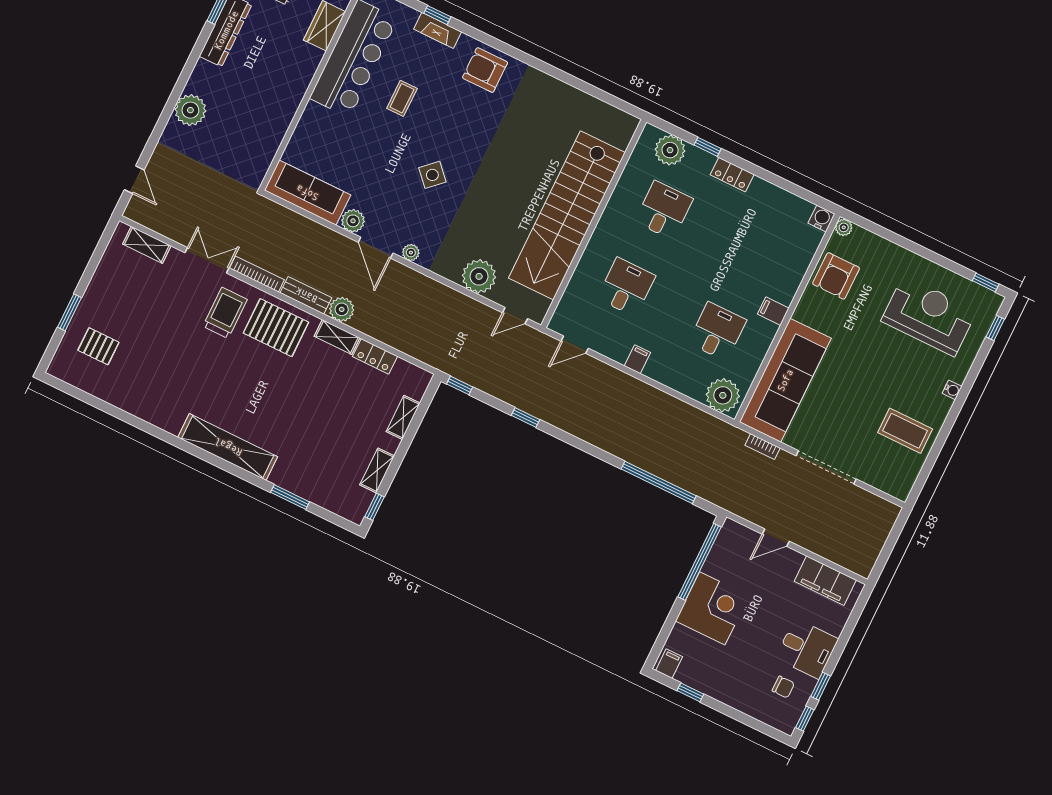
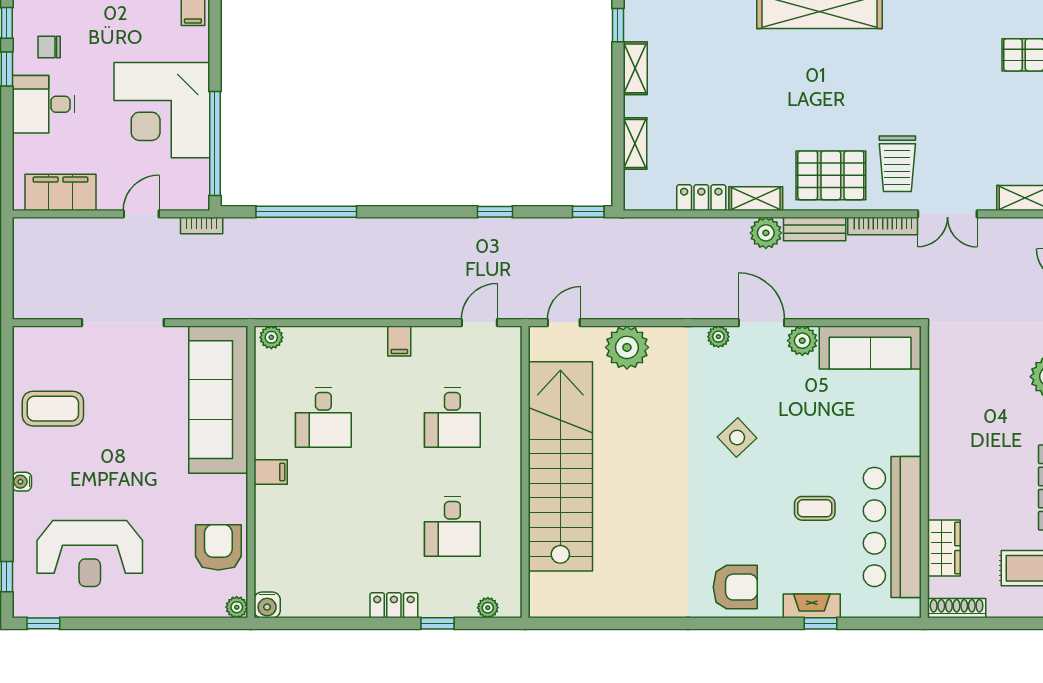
coffee table: (402, 98) -> (815, 508), turned 90
plant: (670, 150) -> (488, 608), width x0.53, depth x0.53
plant: (723, 395) -> (271, 337), width x0.53, depth x0.53
bookcase: (763, 447) -> (202, 226), moved, turned 180
corner desk: (712, 608) -> (162, 110), width x1.36, depth x1.36

